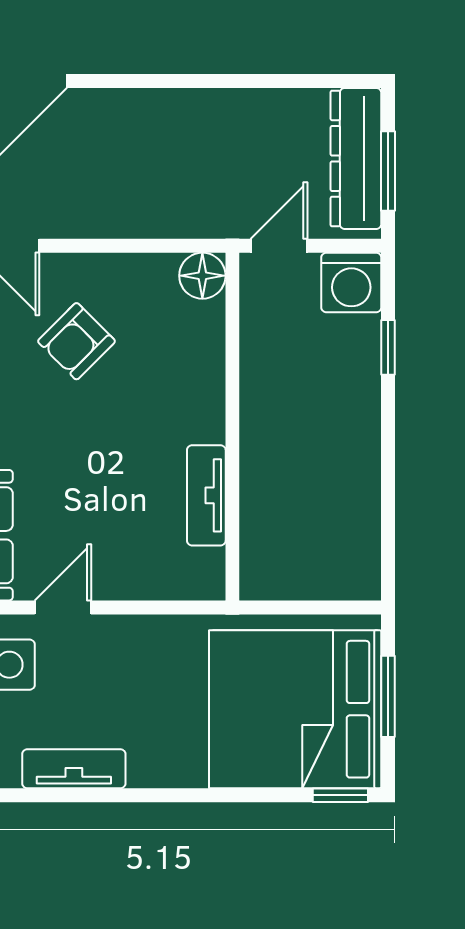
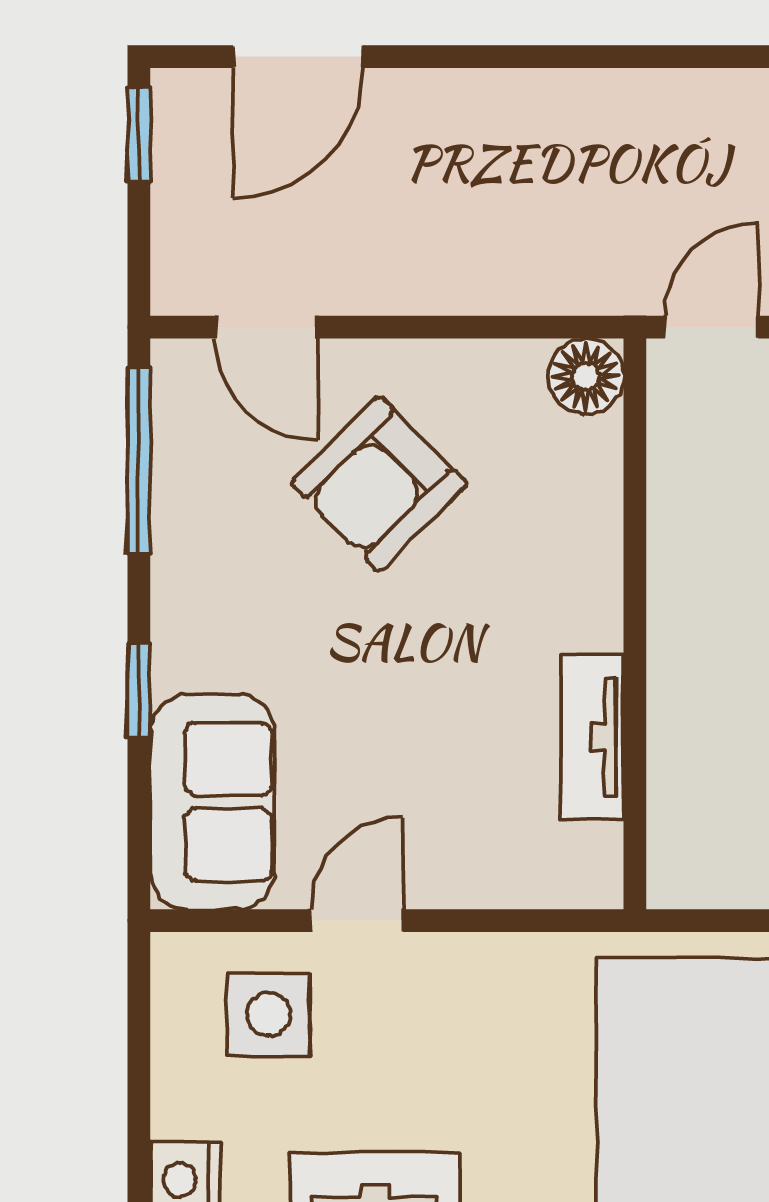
armchair: (76, 341) -> (379, 484), width x1.38, depth x1.38

